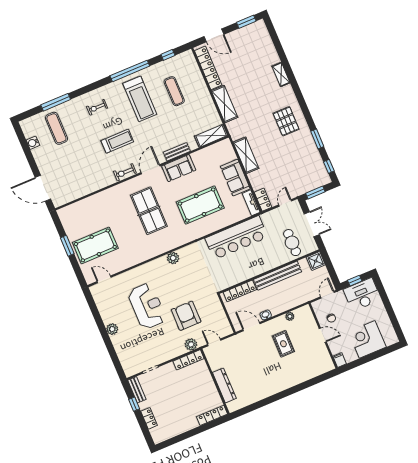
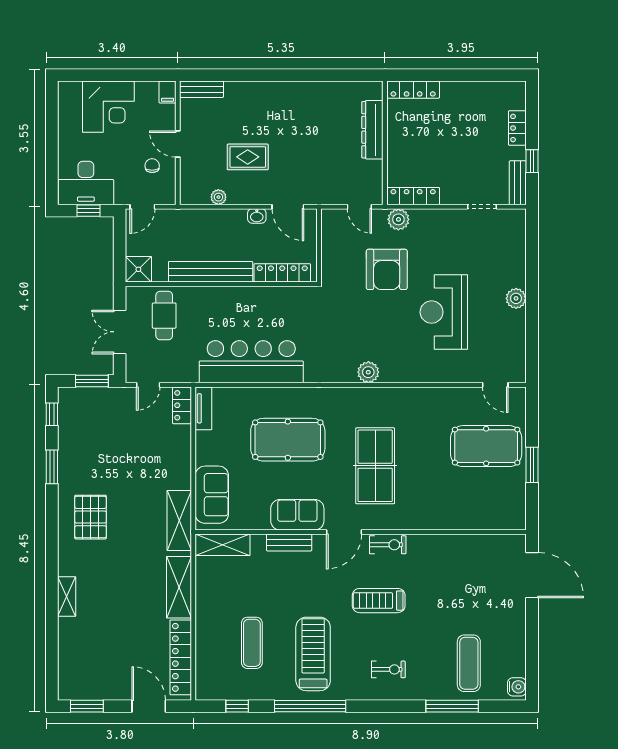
water cooler: (33, 143) -> (517, 687), moved
shelving: (246, 155) -> (179, 521), moved
sofa: (235, 178) -> (212, 495), moved
rug: (283, 344) -> (248, 157), turned 90
bench: (322, 369) -> (201, 89), added

